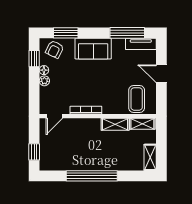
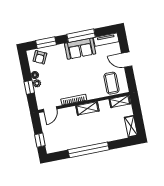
window: (127, 33) -> (81, 36), moved
sofa: (93, 49) -> (80, 49), moved
window: (34, 59) -> (29, 87), moved
shelving: (115, 124) -> (87, 108), moved

